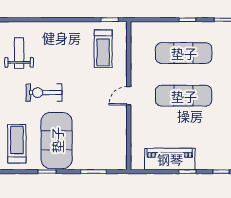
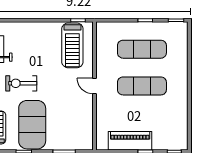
treadmill: (103, 49) -> (72, 45), width x1.37, depth x1.37
door: (129, 96) -> (95, 86), hinge flipped

